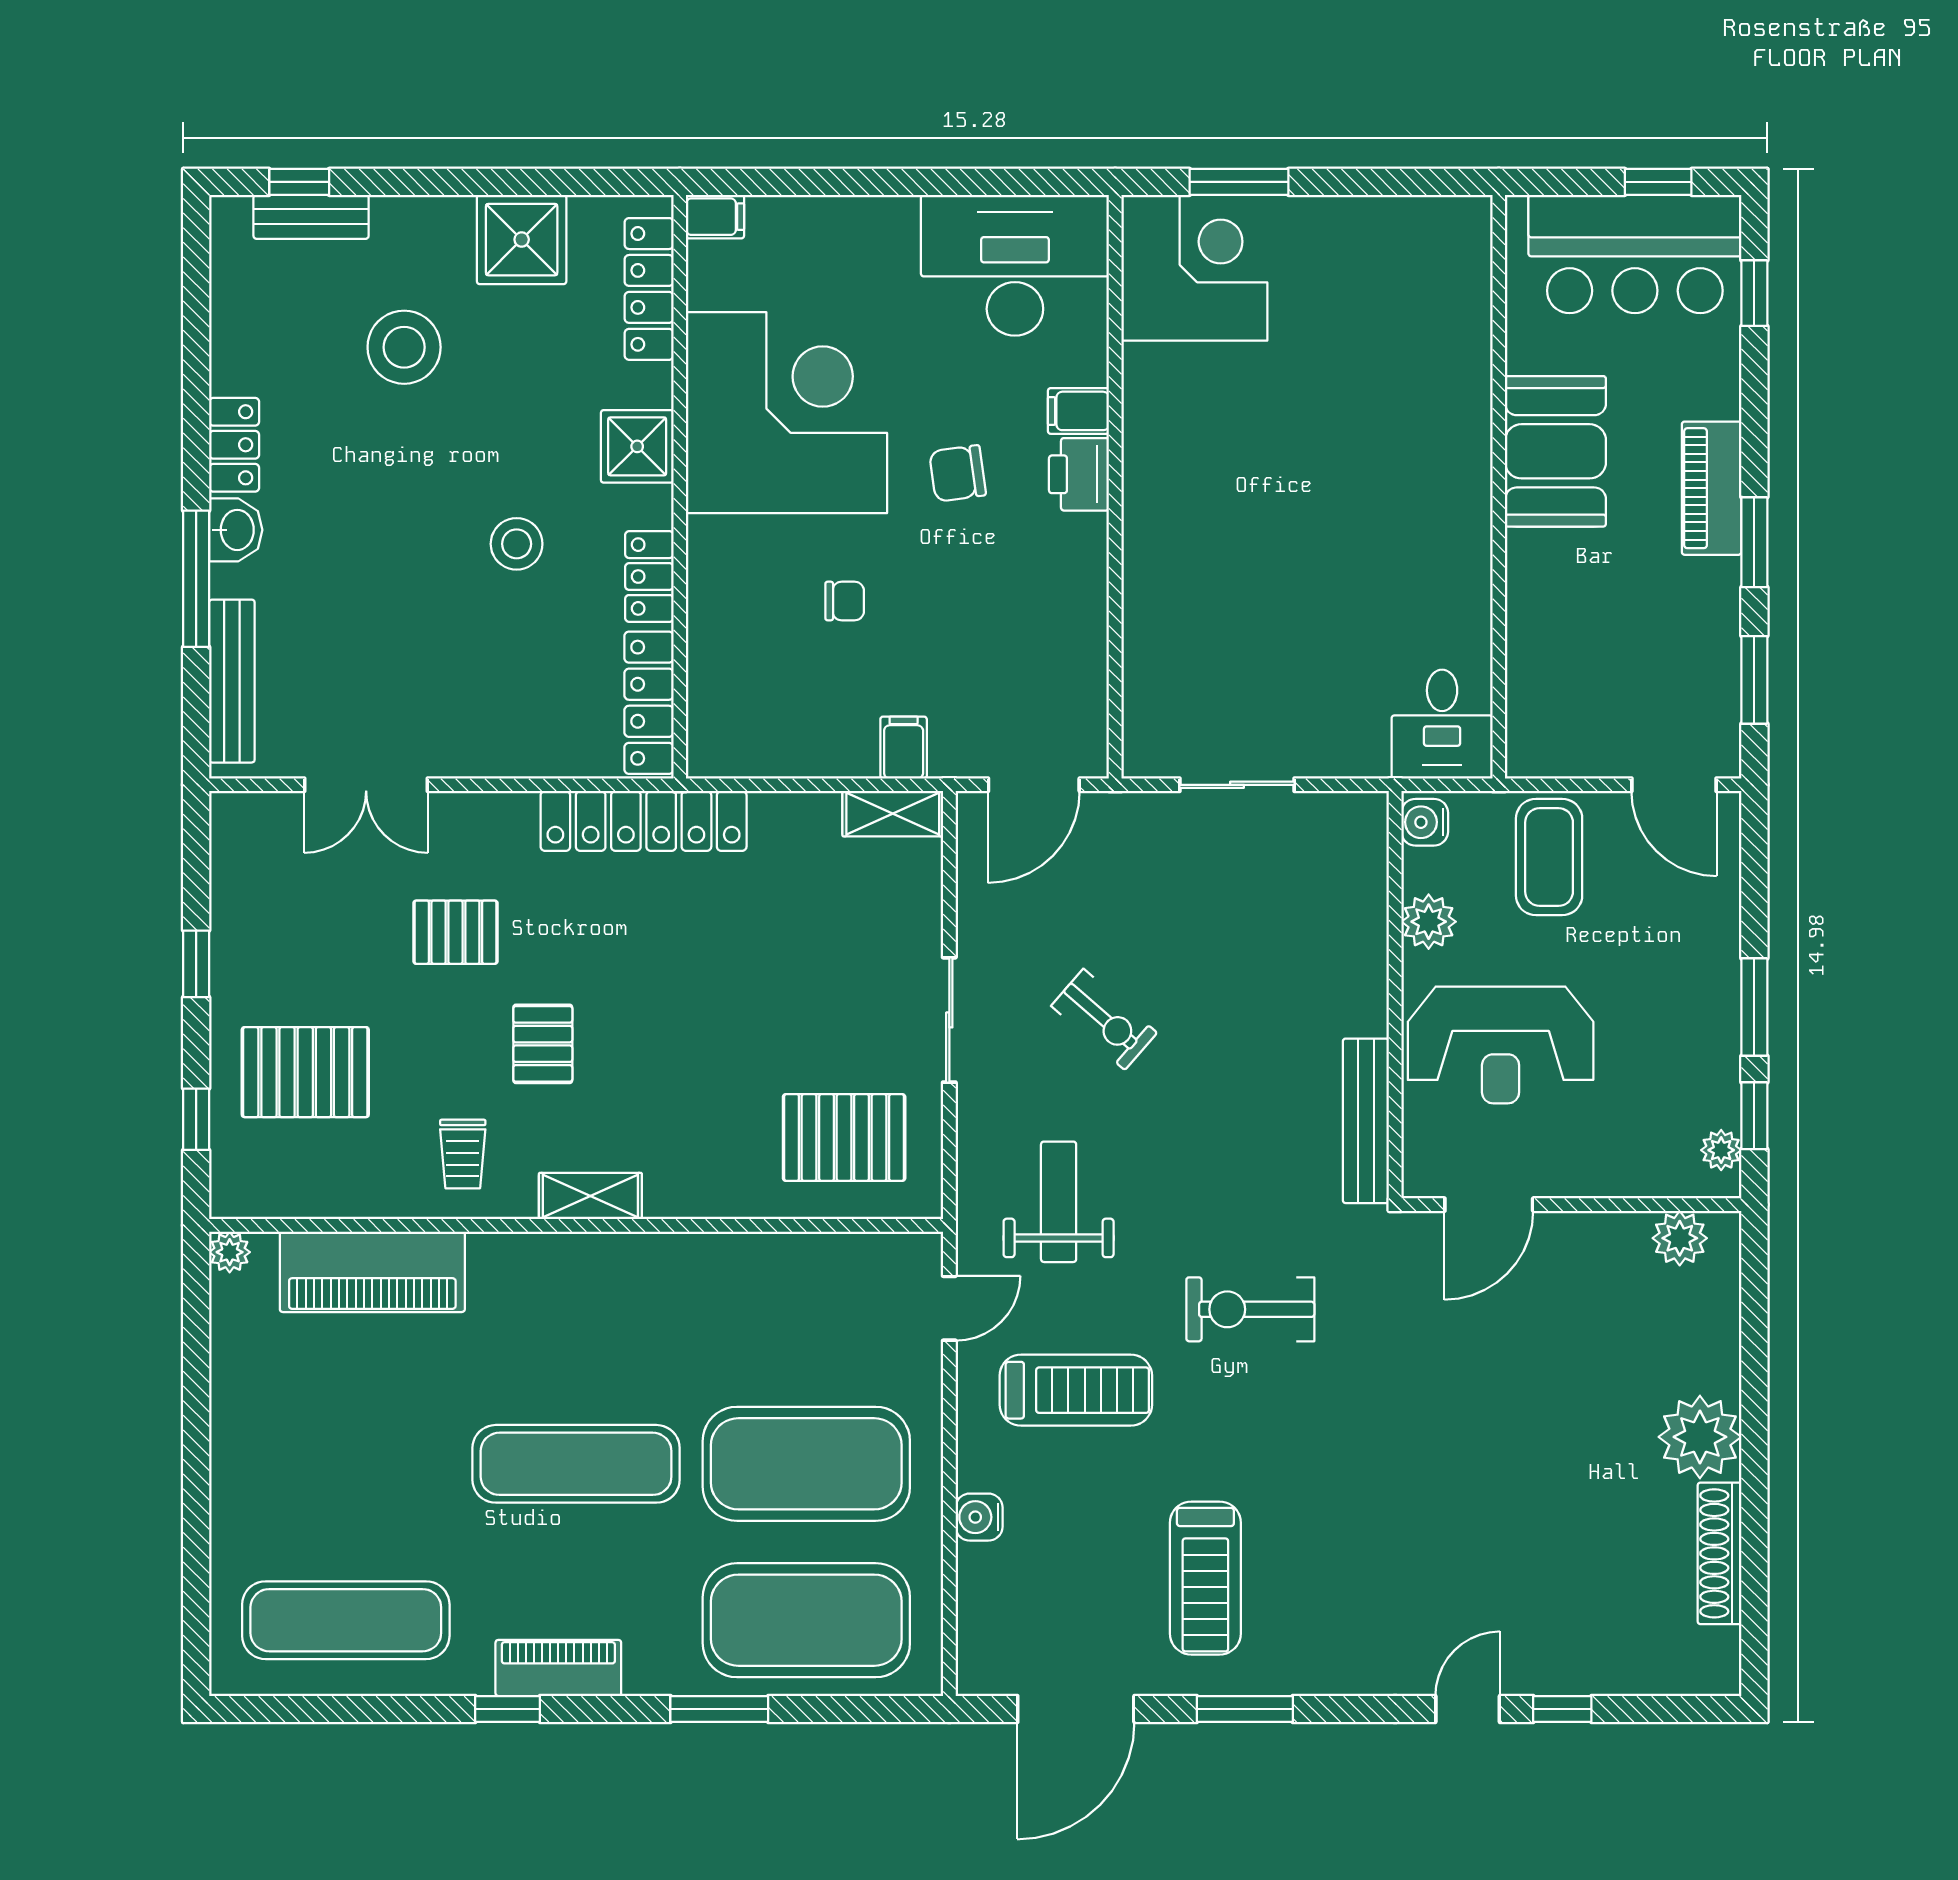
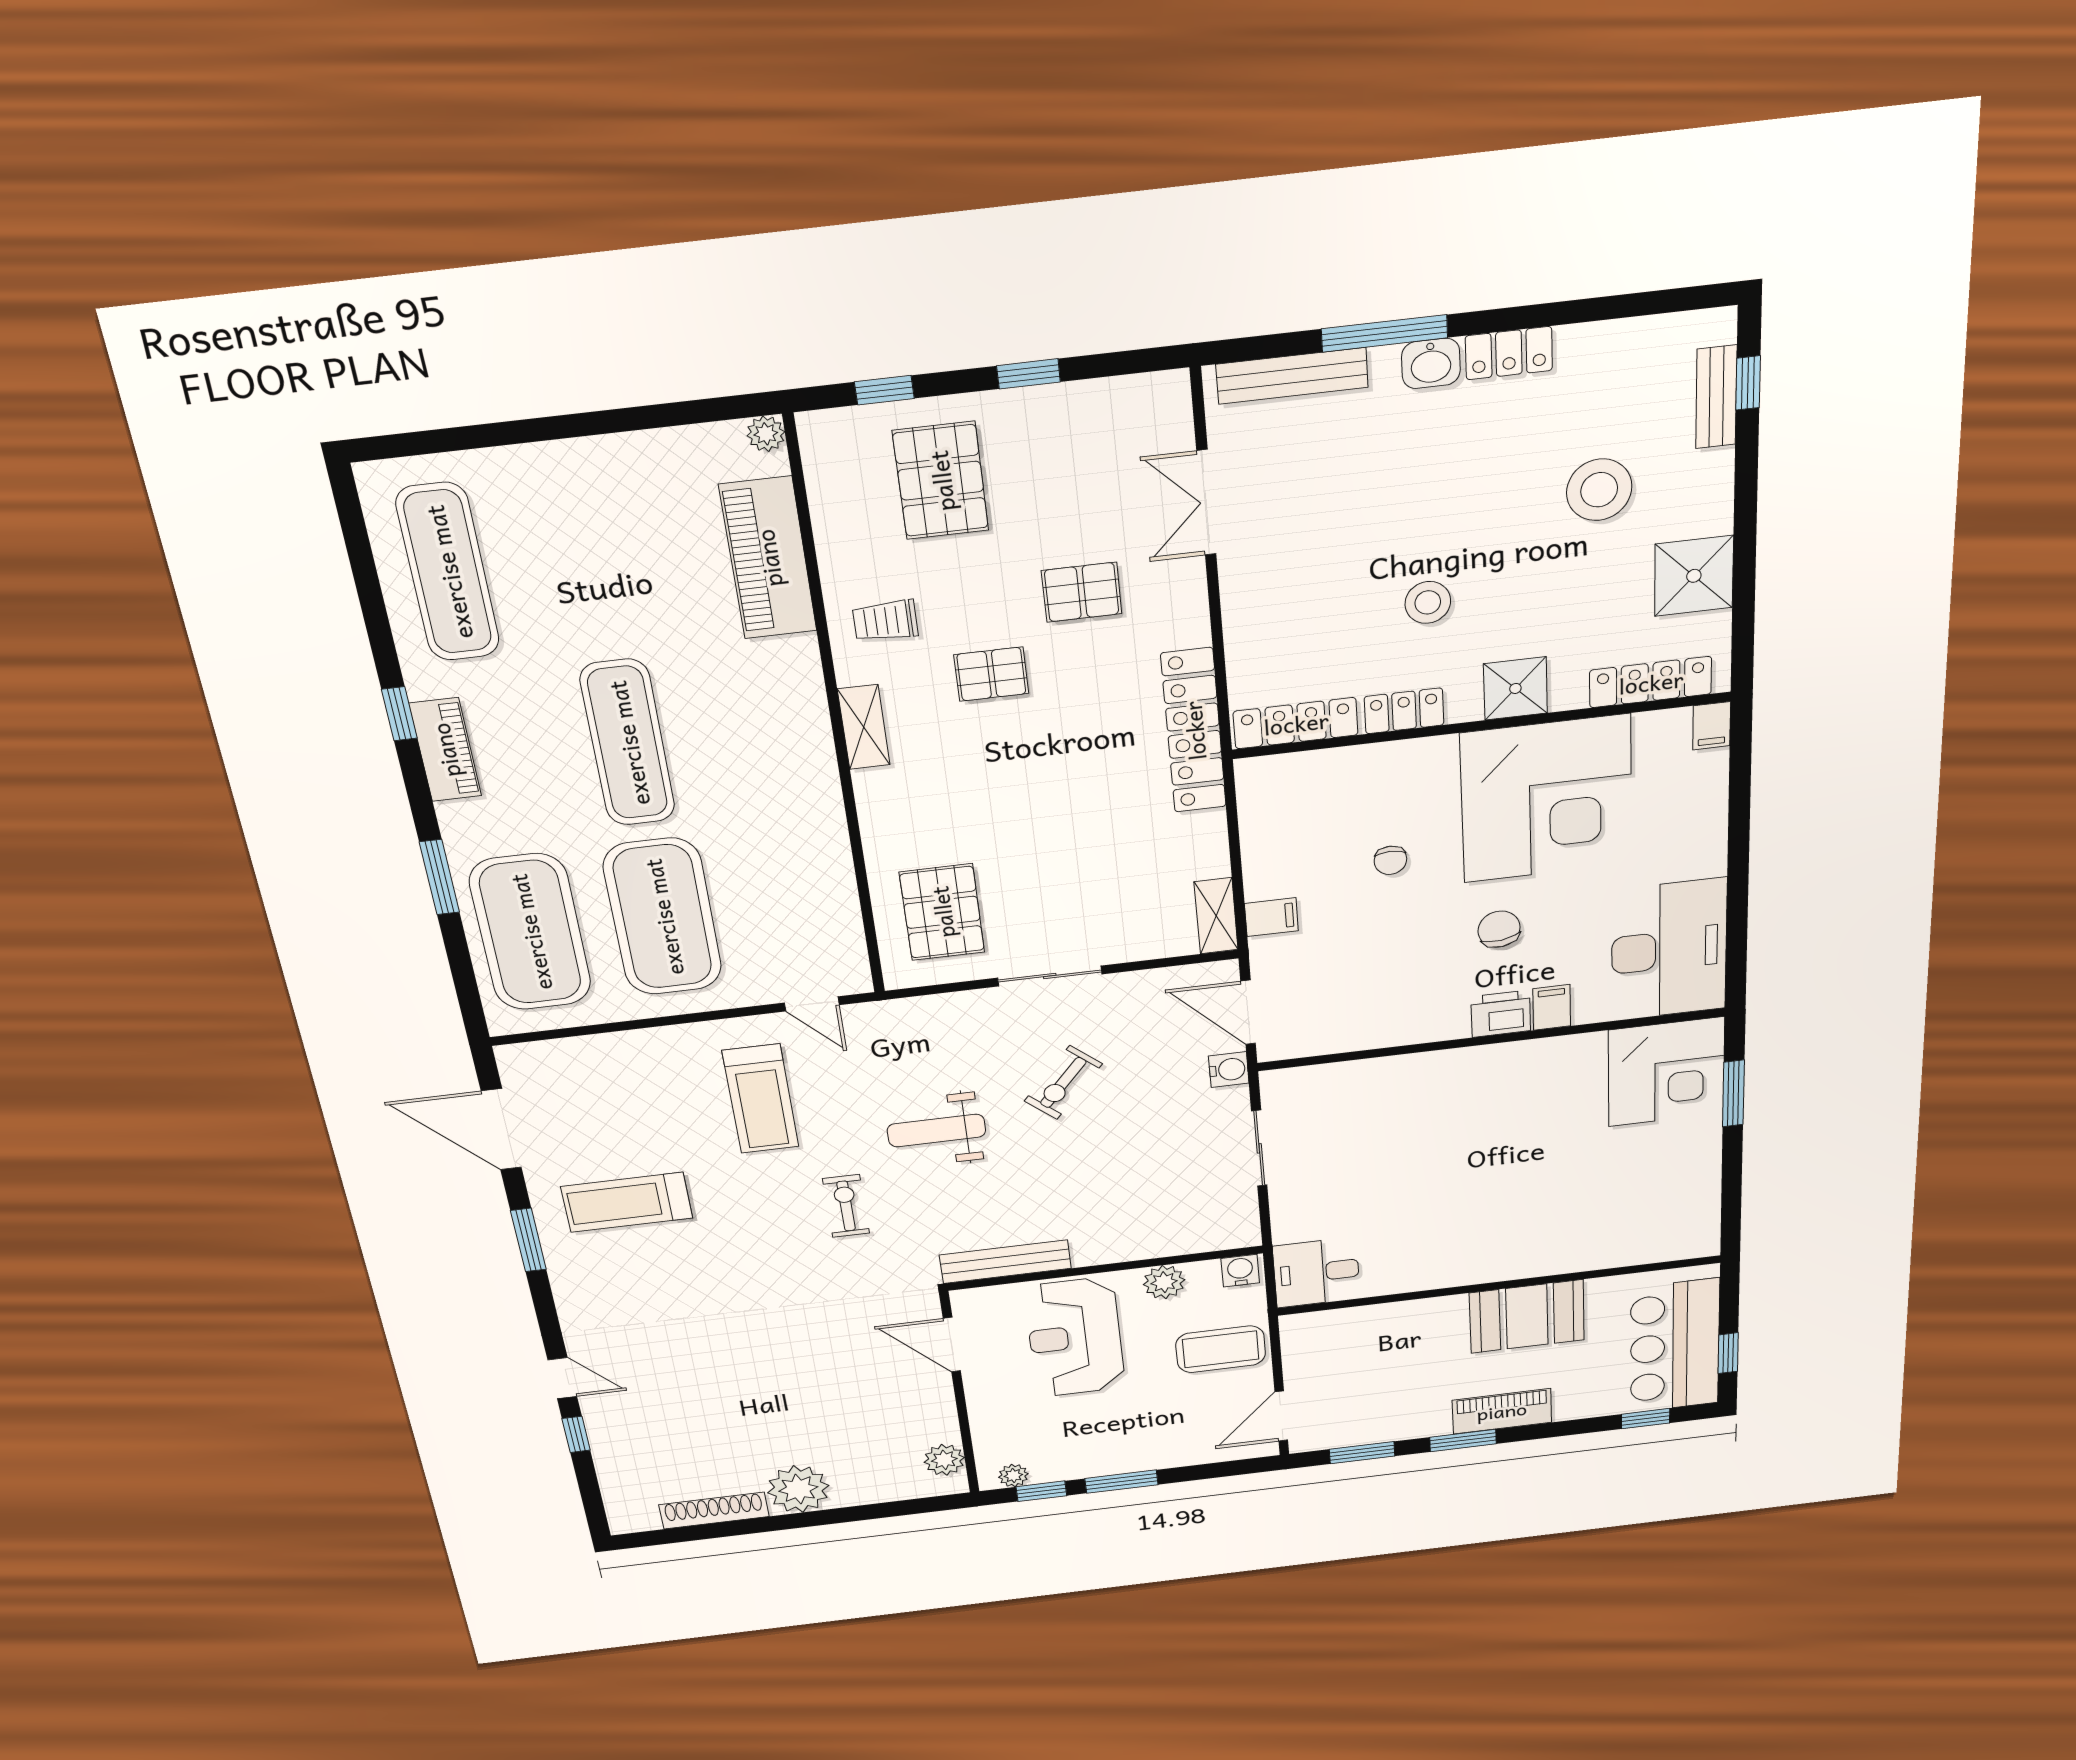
pallet: (455, 932) -> (1082, 592), turned 90
weight bench: (1059, 1202) -> (936, 1130), moved, turned 180
exercise bike: (1250, 1309) -> (846, 1206), width x0.73, depth x0.72
water cooler: (979, 1517) -> (1229, 1070), moved, turned 90

